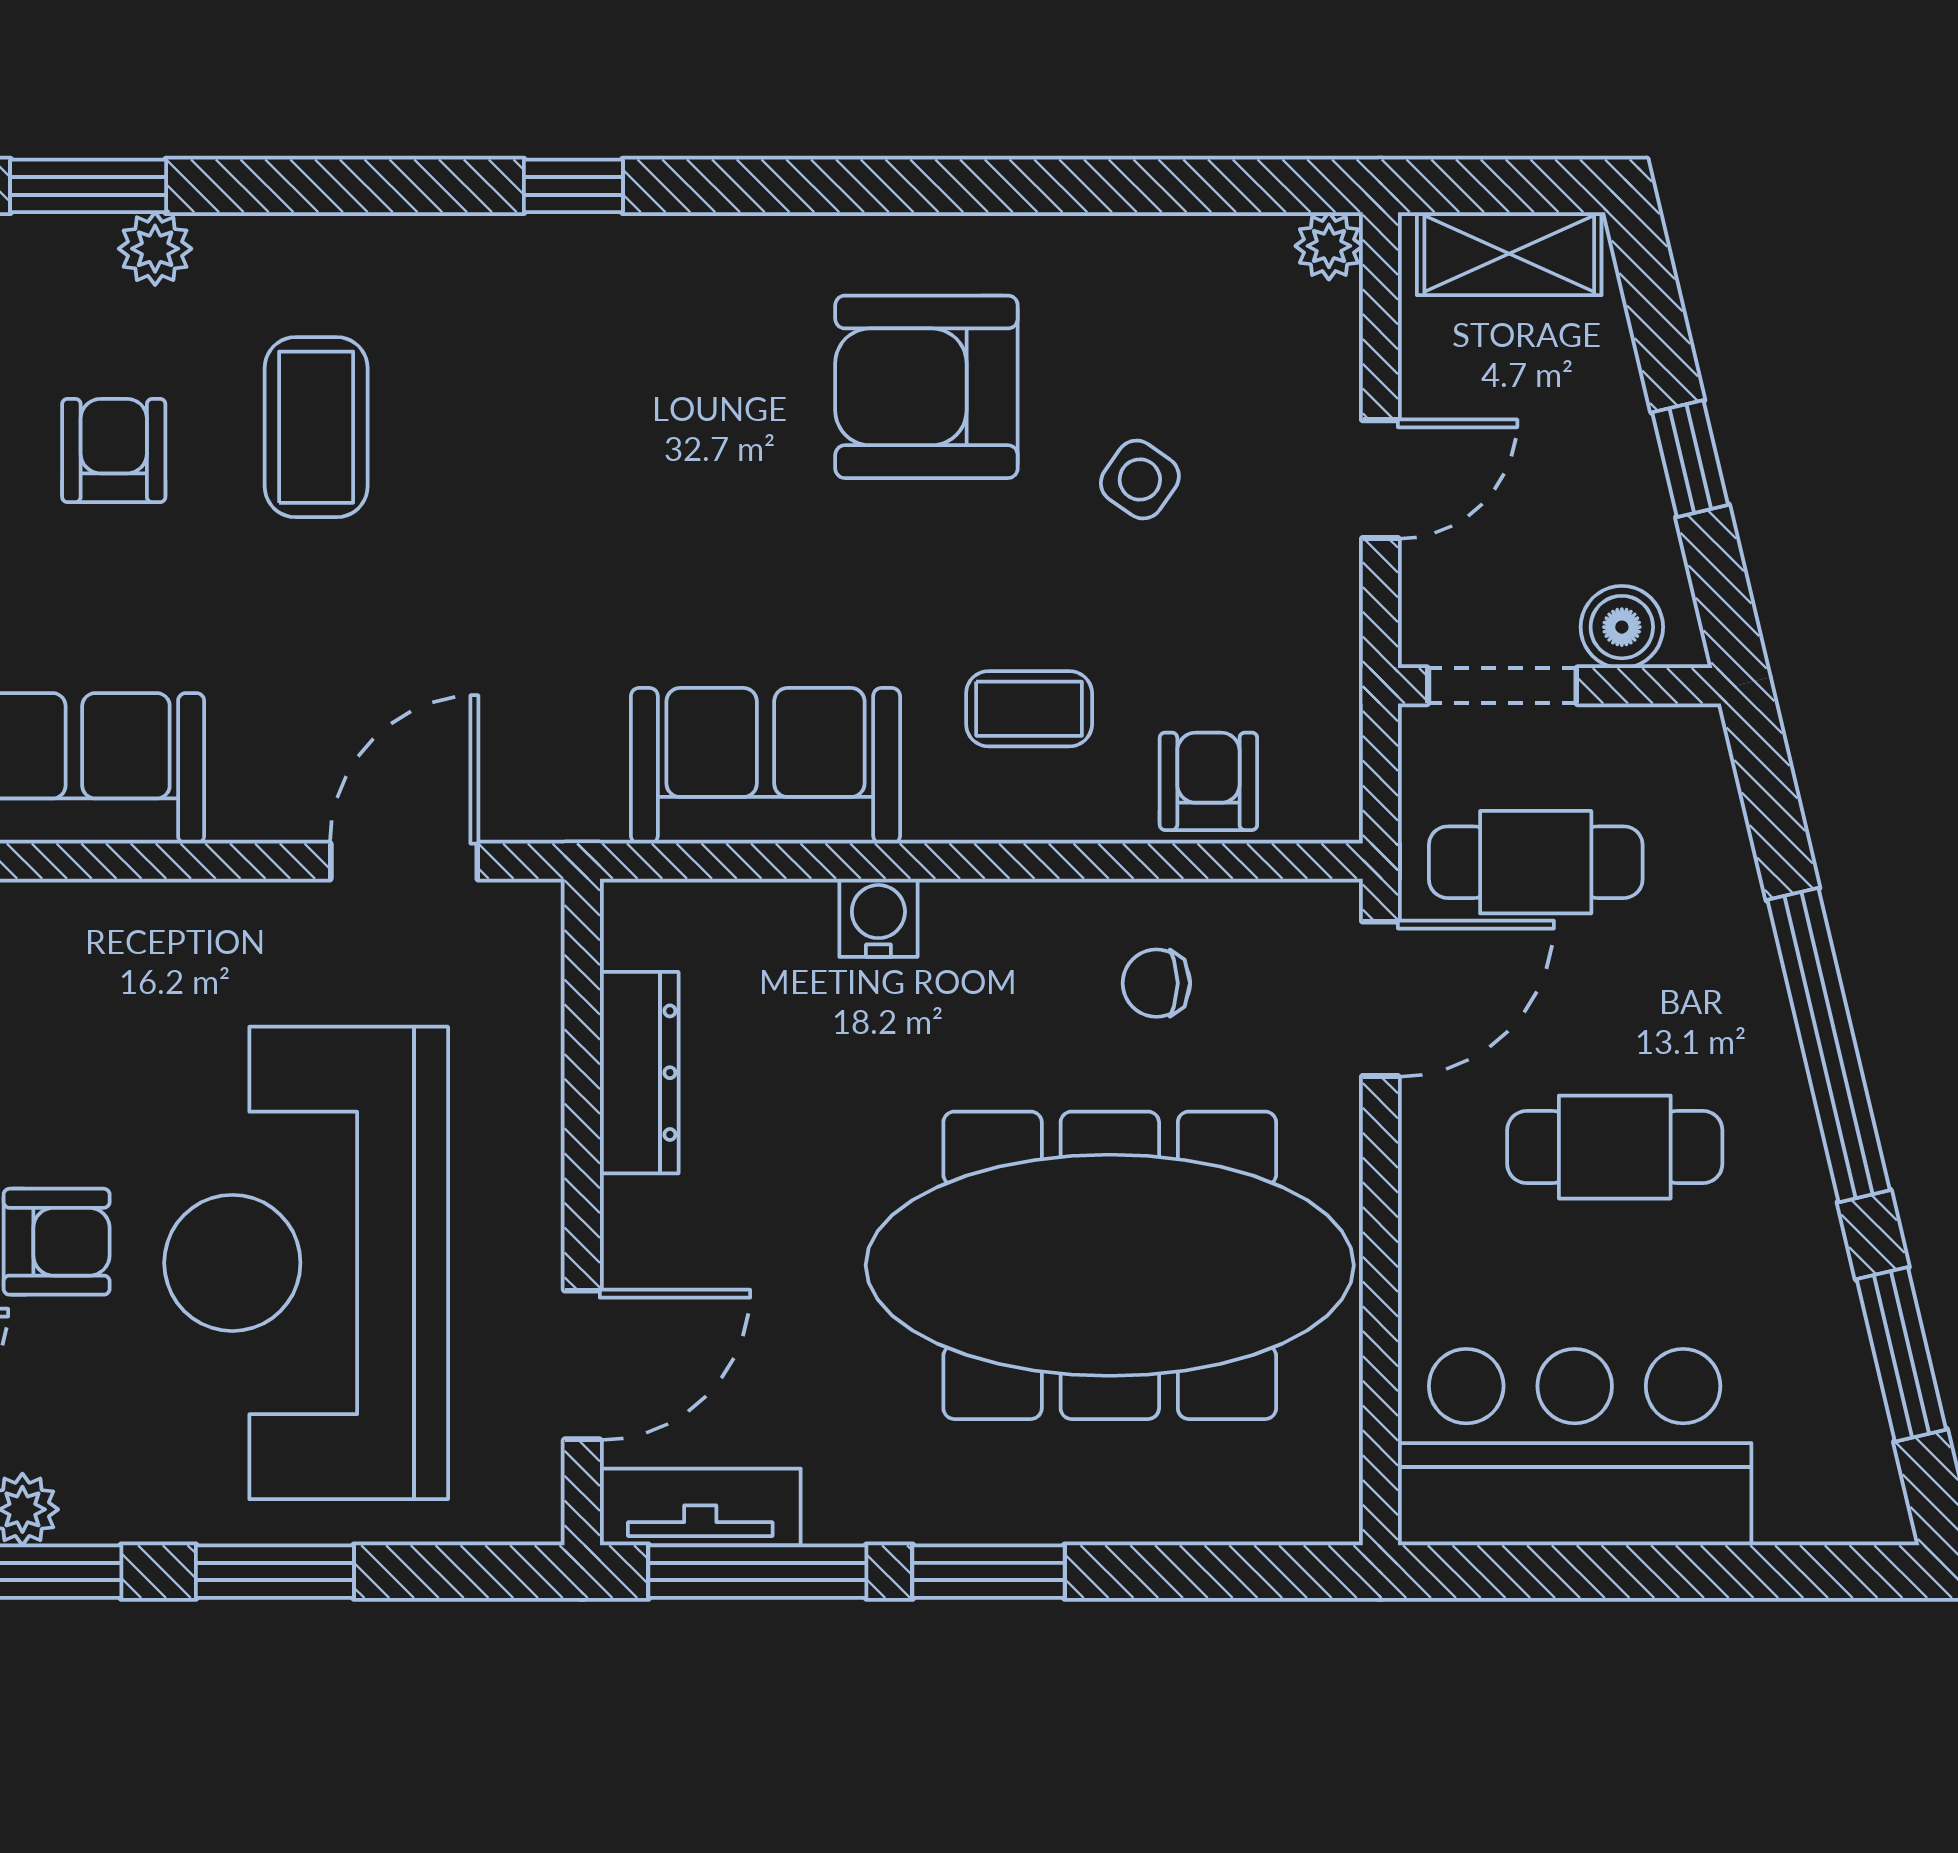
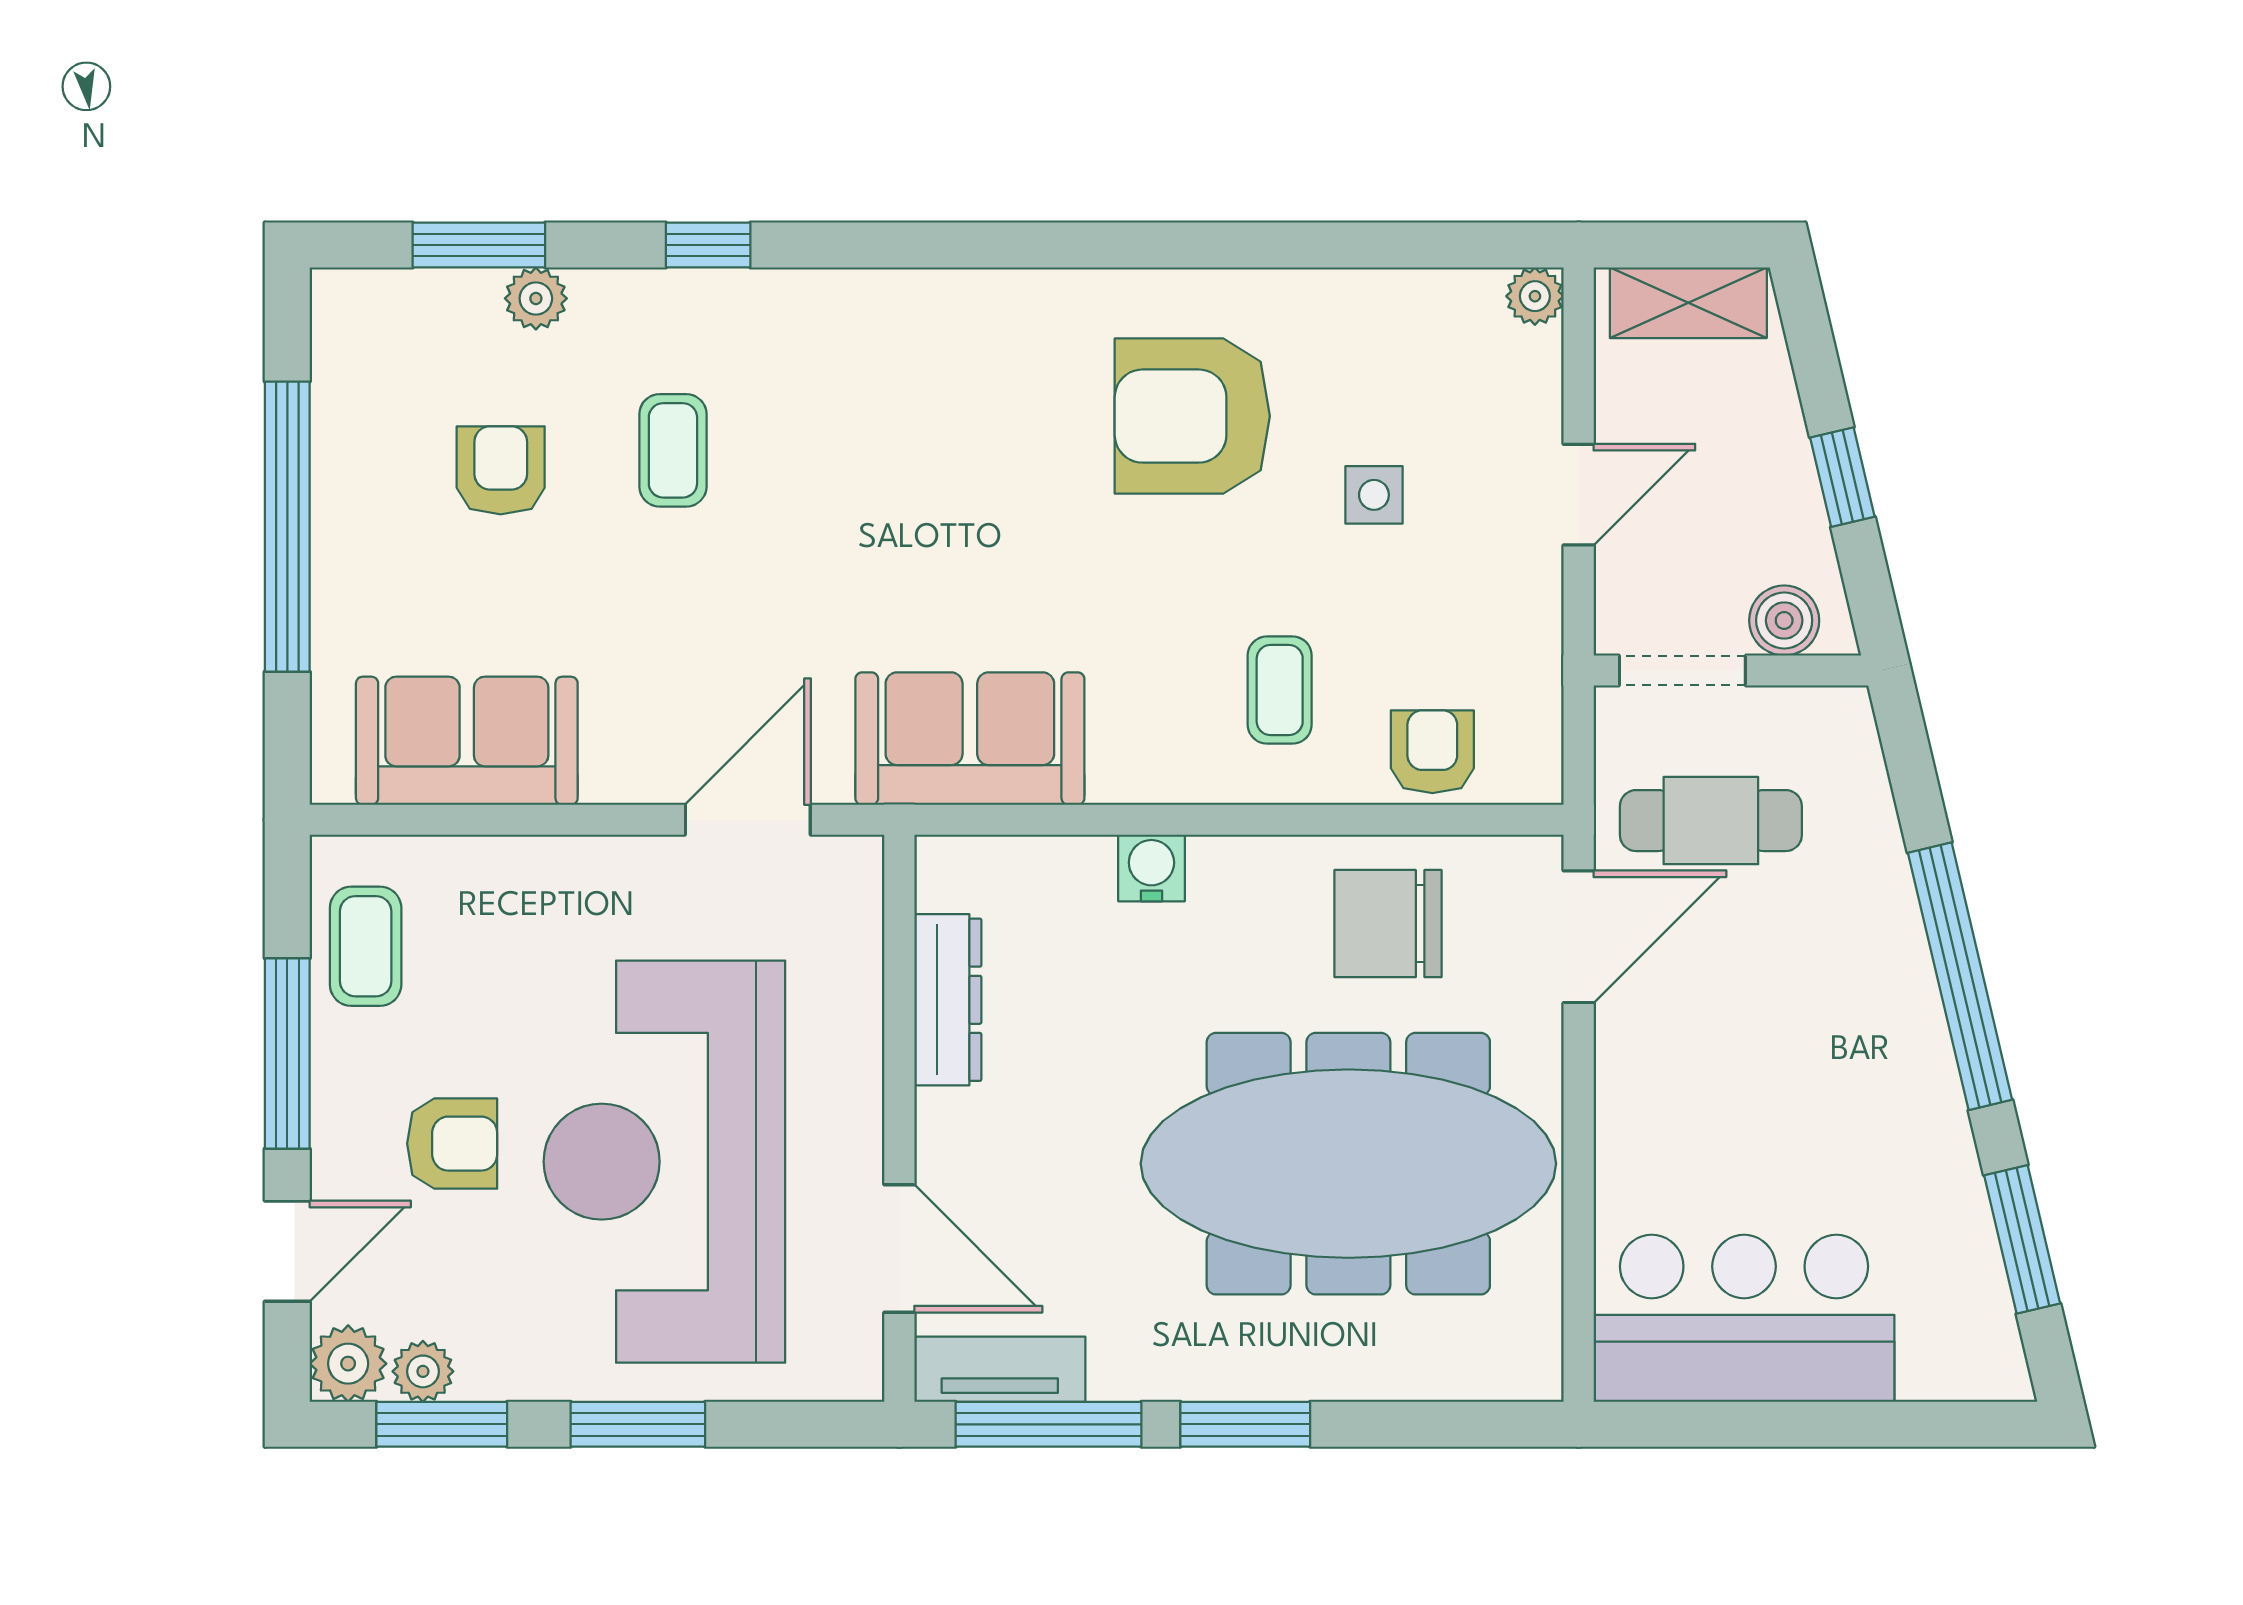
window: (573, 186) -> (708, 245), moved
coffee table: (316, 427) -> (673, 450), width x0.73, depth x0.77
side table: (1140, 480) -> (1374, 495), turned -35
coffee table: (1029, 709) -> (1280, 690), turned 90
sofa: (765, 766) -> (970, 739), moved
chair: (1156, 983) -> (1388, 924), width x1.87, depth x1.87
cafe table: (1615, 1147) -> (1778, 1063), removed
door: (582, 1365) -> (899, 1248), hinge flipped

